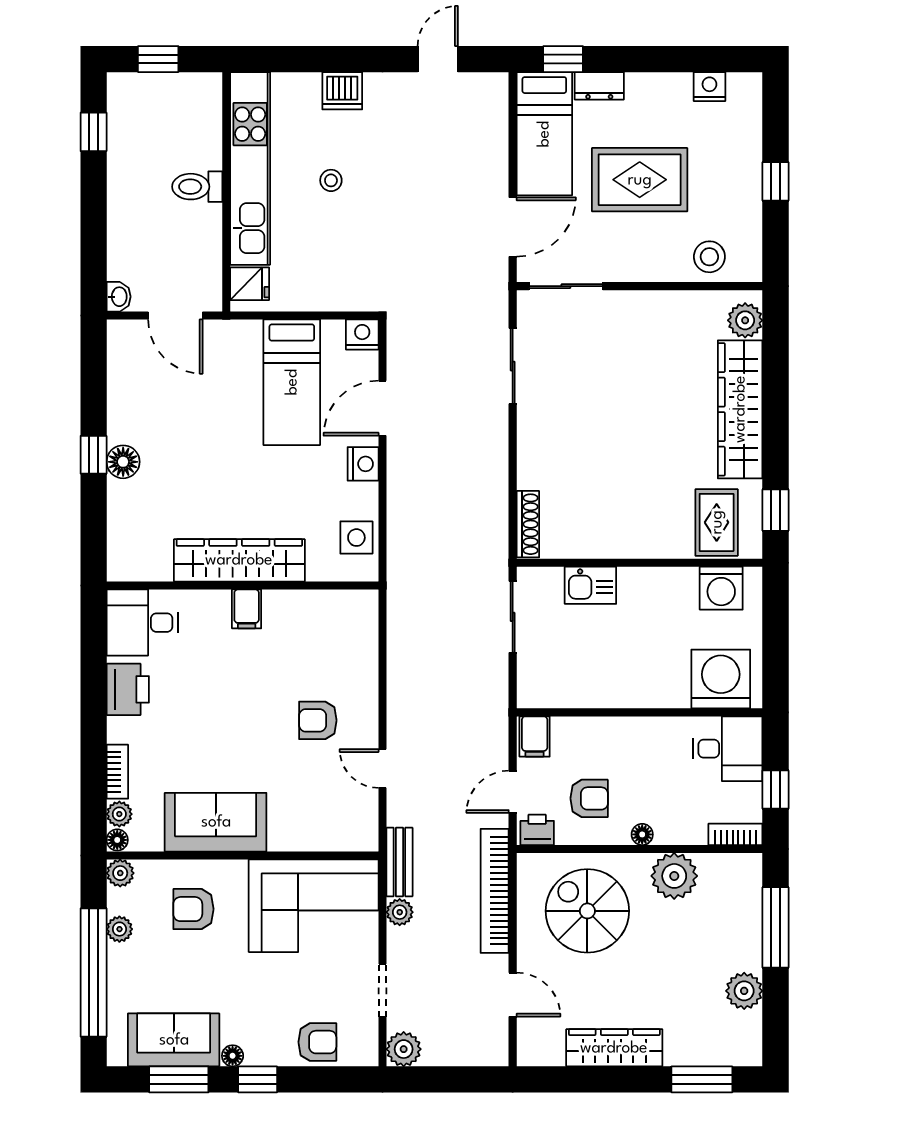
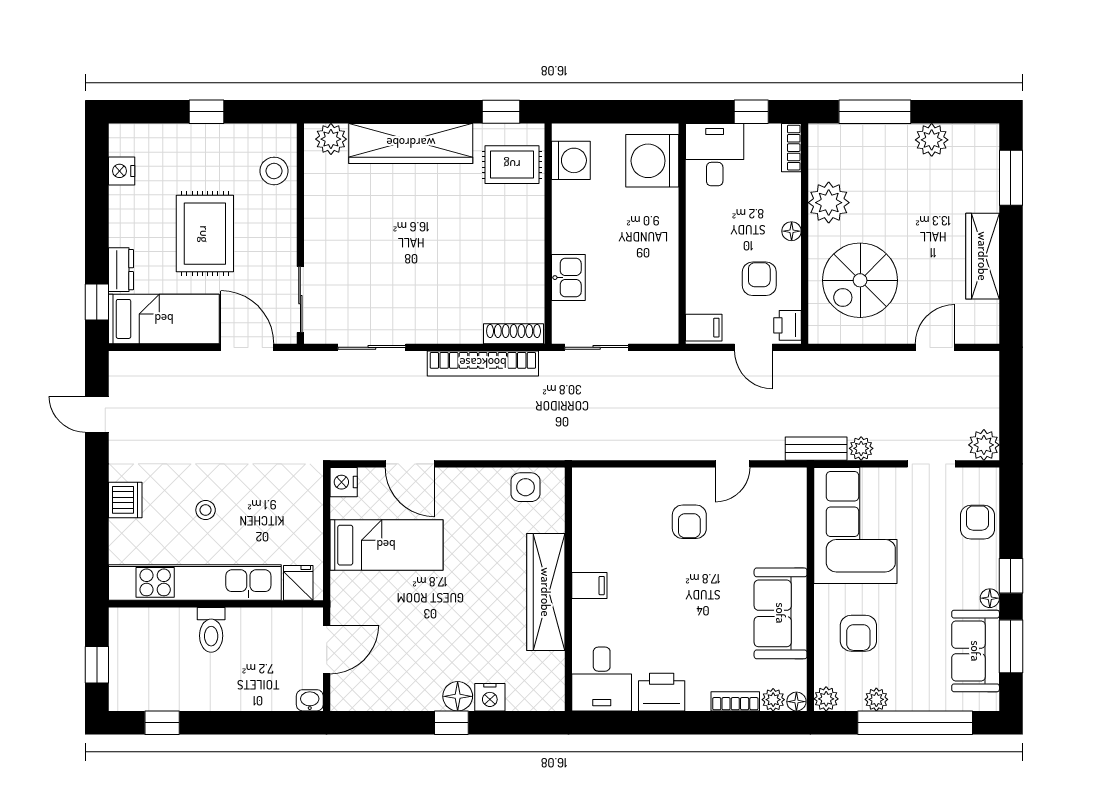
nightstand: (363, 464) -> (490, 697), moved, turned 180
bookcase: (495, 891) -> (483, 363), moved

